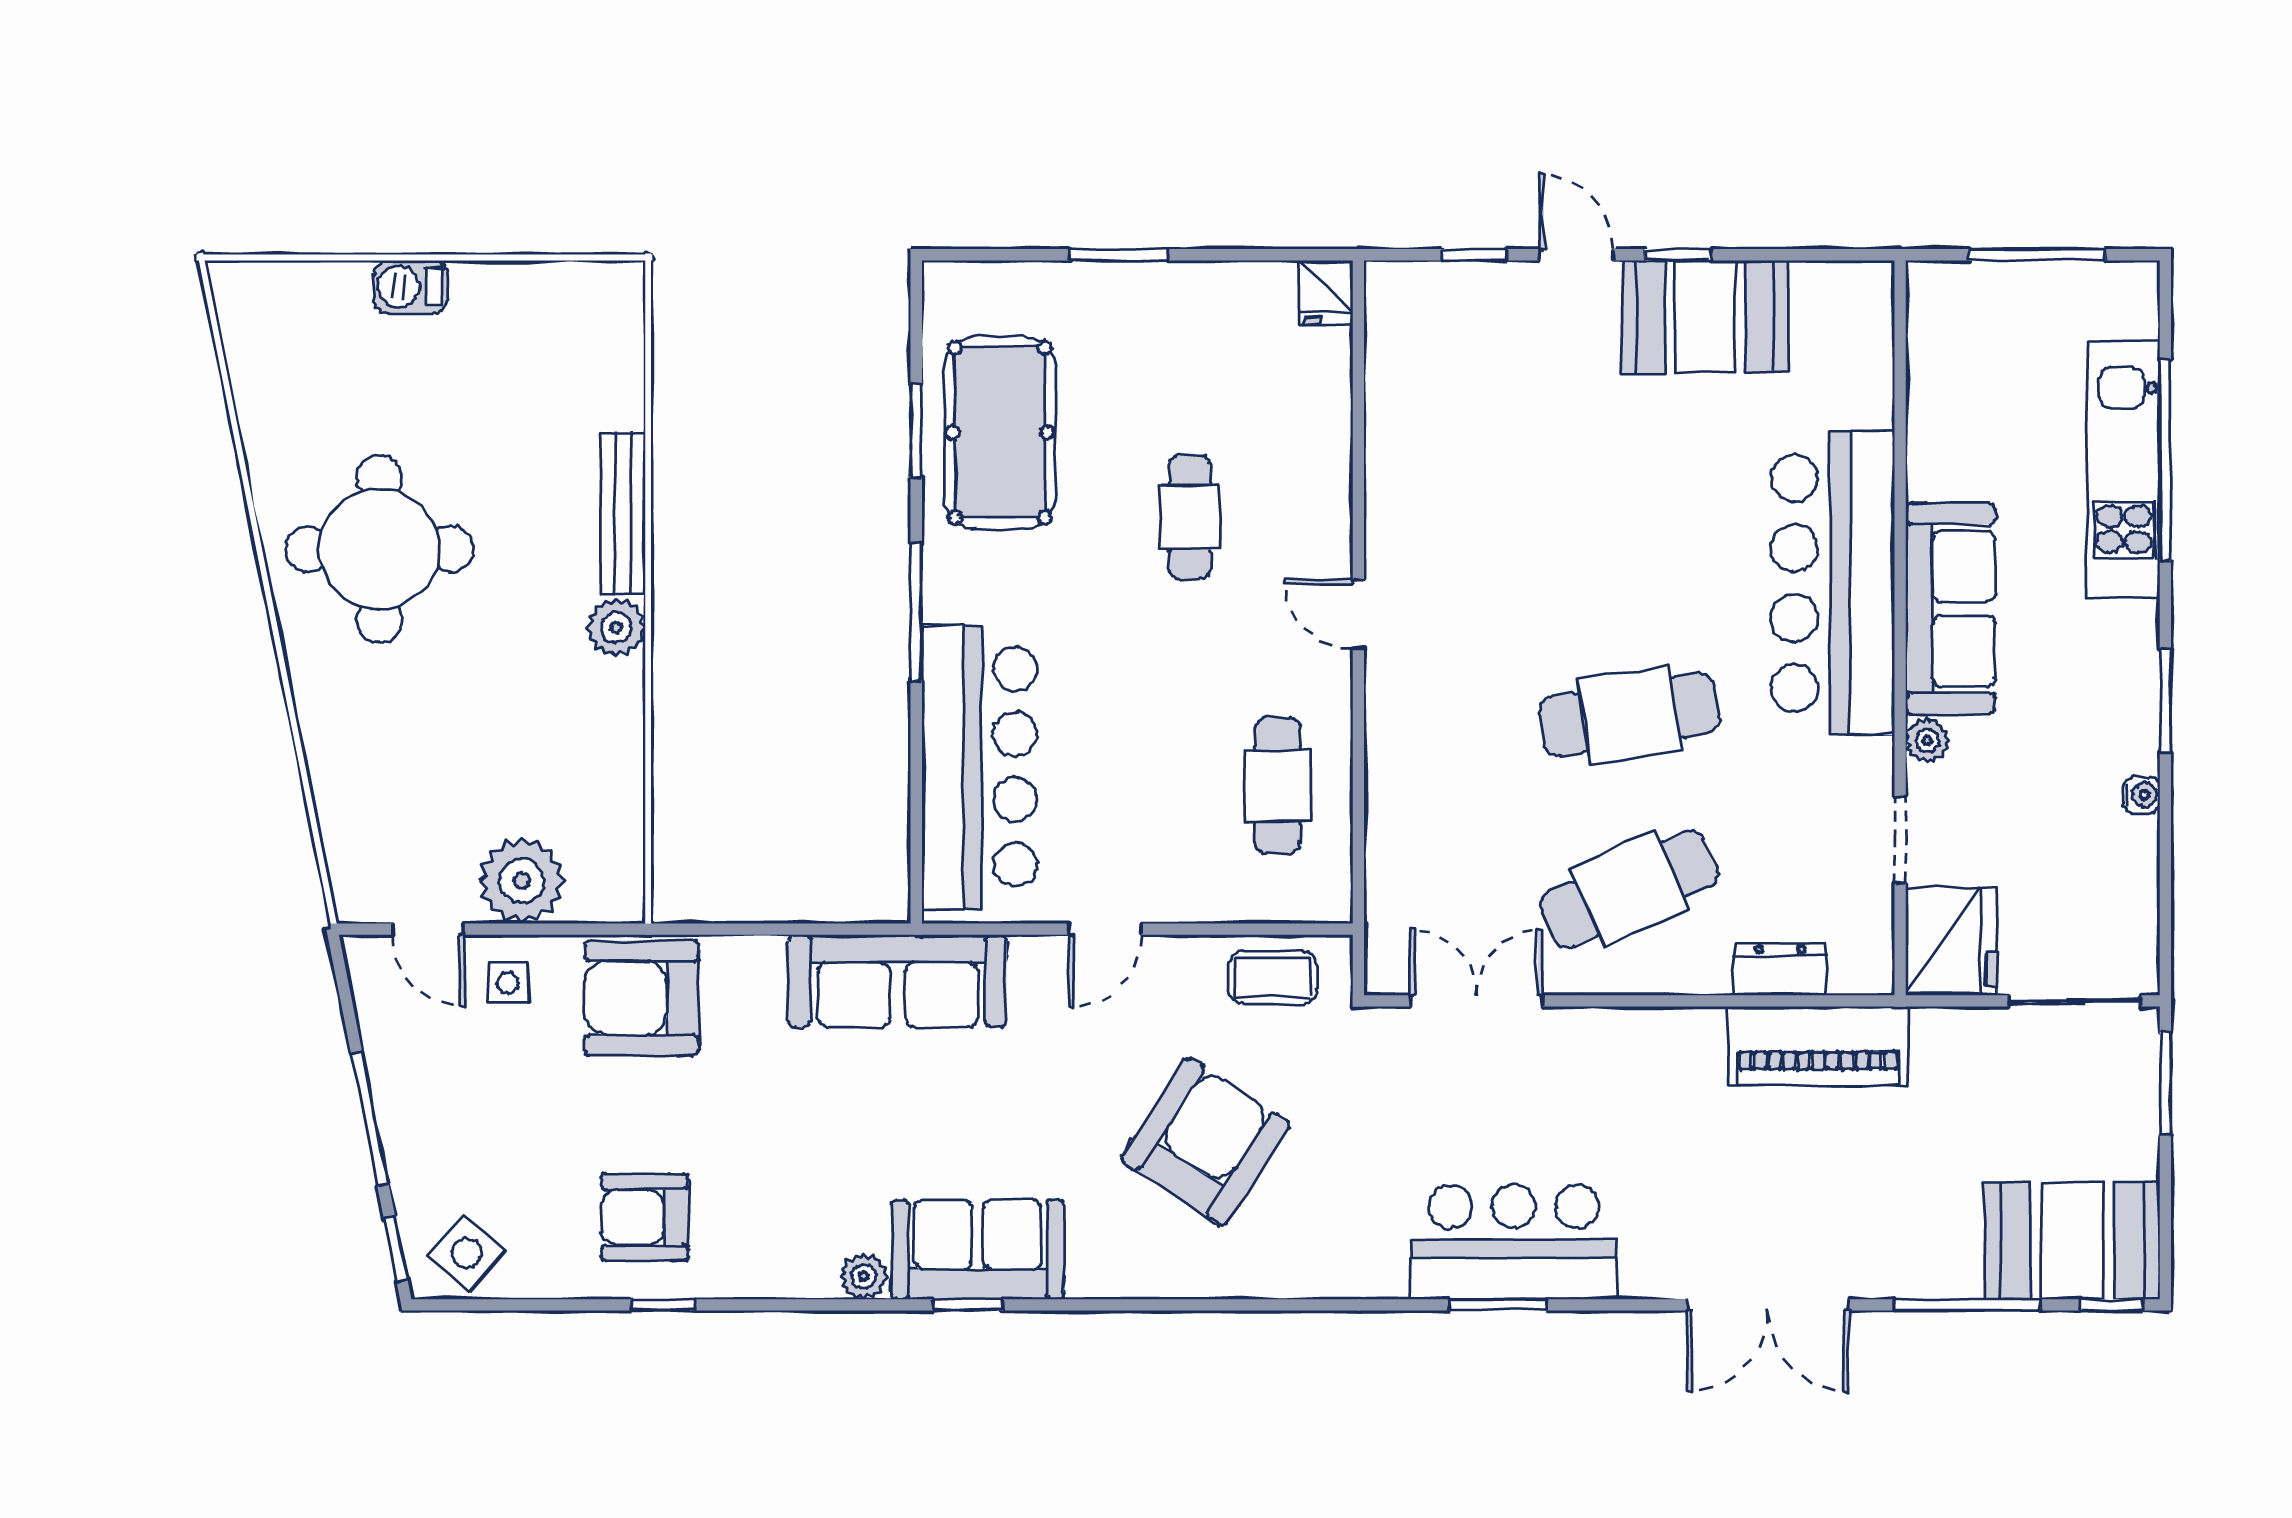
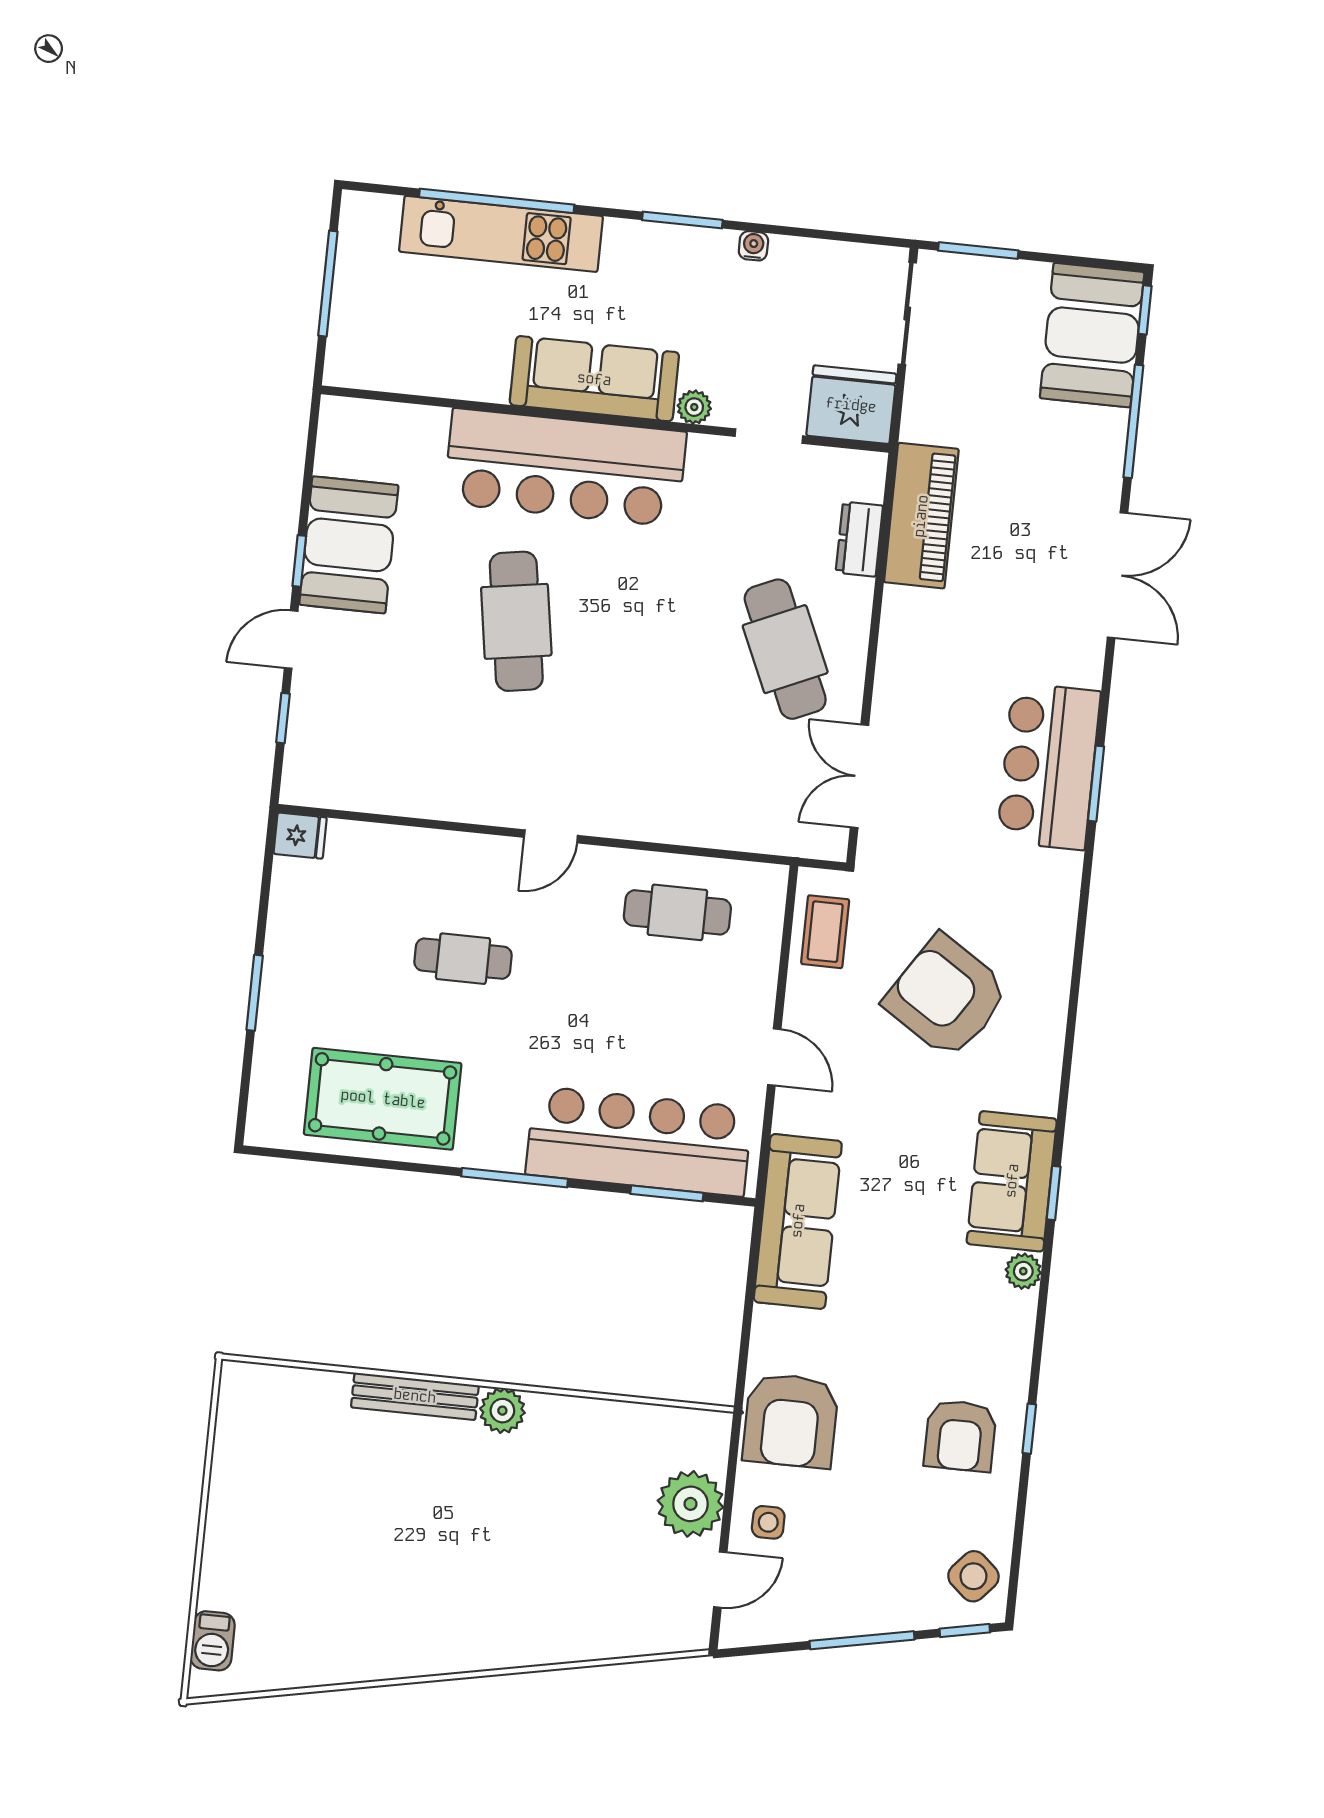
barbecue: (411, 287) -> (213, 1641), moved
window: (916, 431) -> (667, 1193), moved
round table: (379, 549) -> (423, 1587), removed
cafe table: (1629, 715) -> (516, 621), moved

